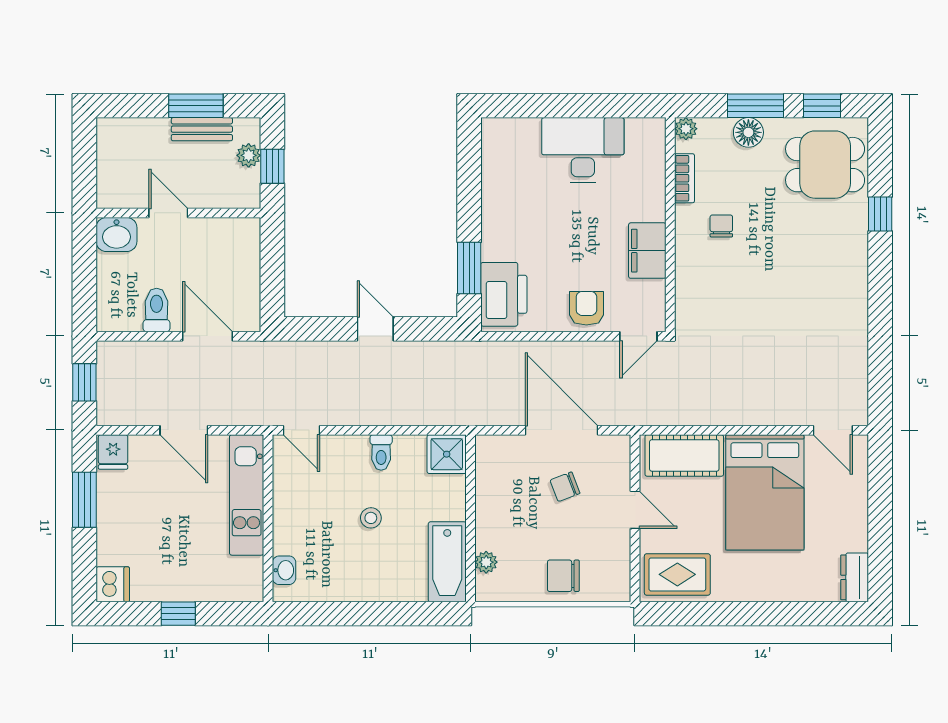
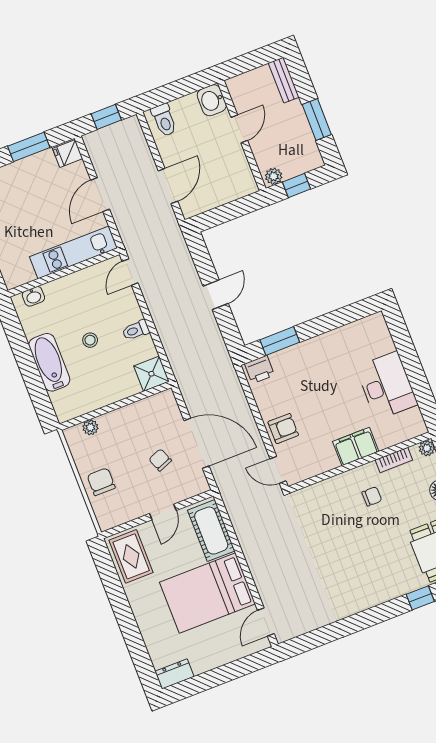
bench: (202, 129) -> (284, 80), moved
plant: (249, 155) -> (274, 176), moved
filing cabinet: (647, 251) -> (356, 447), moved
printer: (504, 294) -> (260, 369), width x0.53, depth x0.68
toilet: (157, 310) -> (164, 120), moved, turned 90
door: (561, 430) -> (197, 443), hinge flipped
bathtub: (447, 562) -> (49, 362), moved, turned 90

